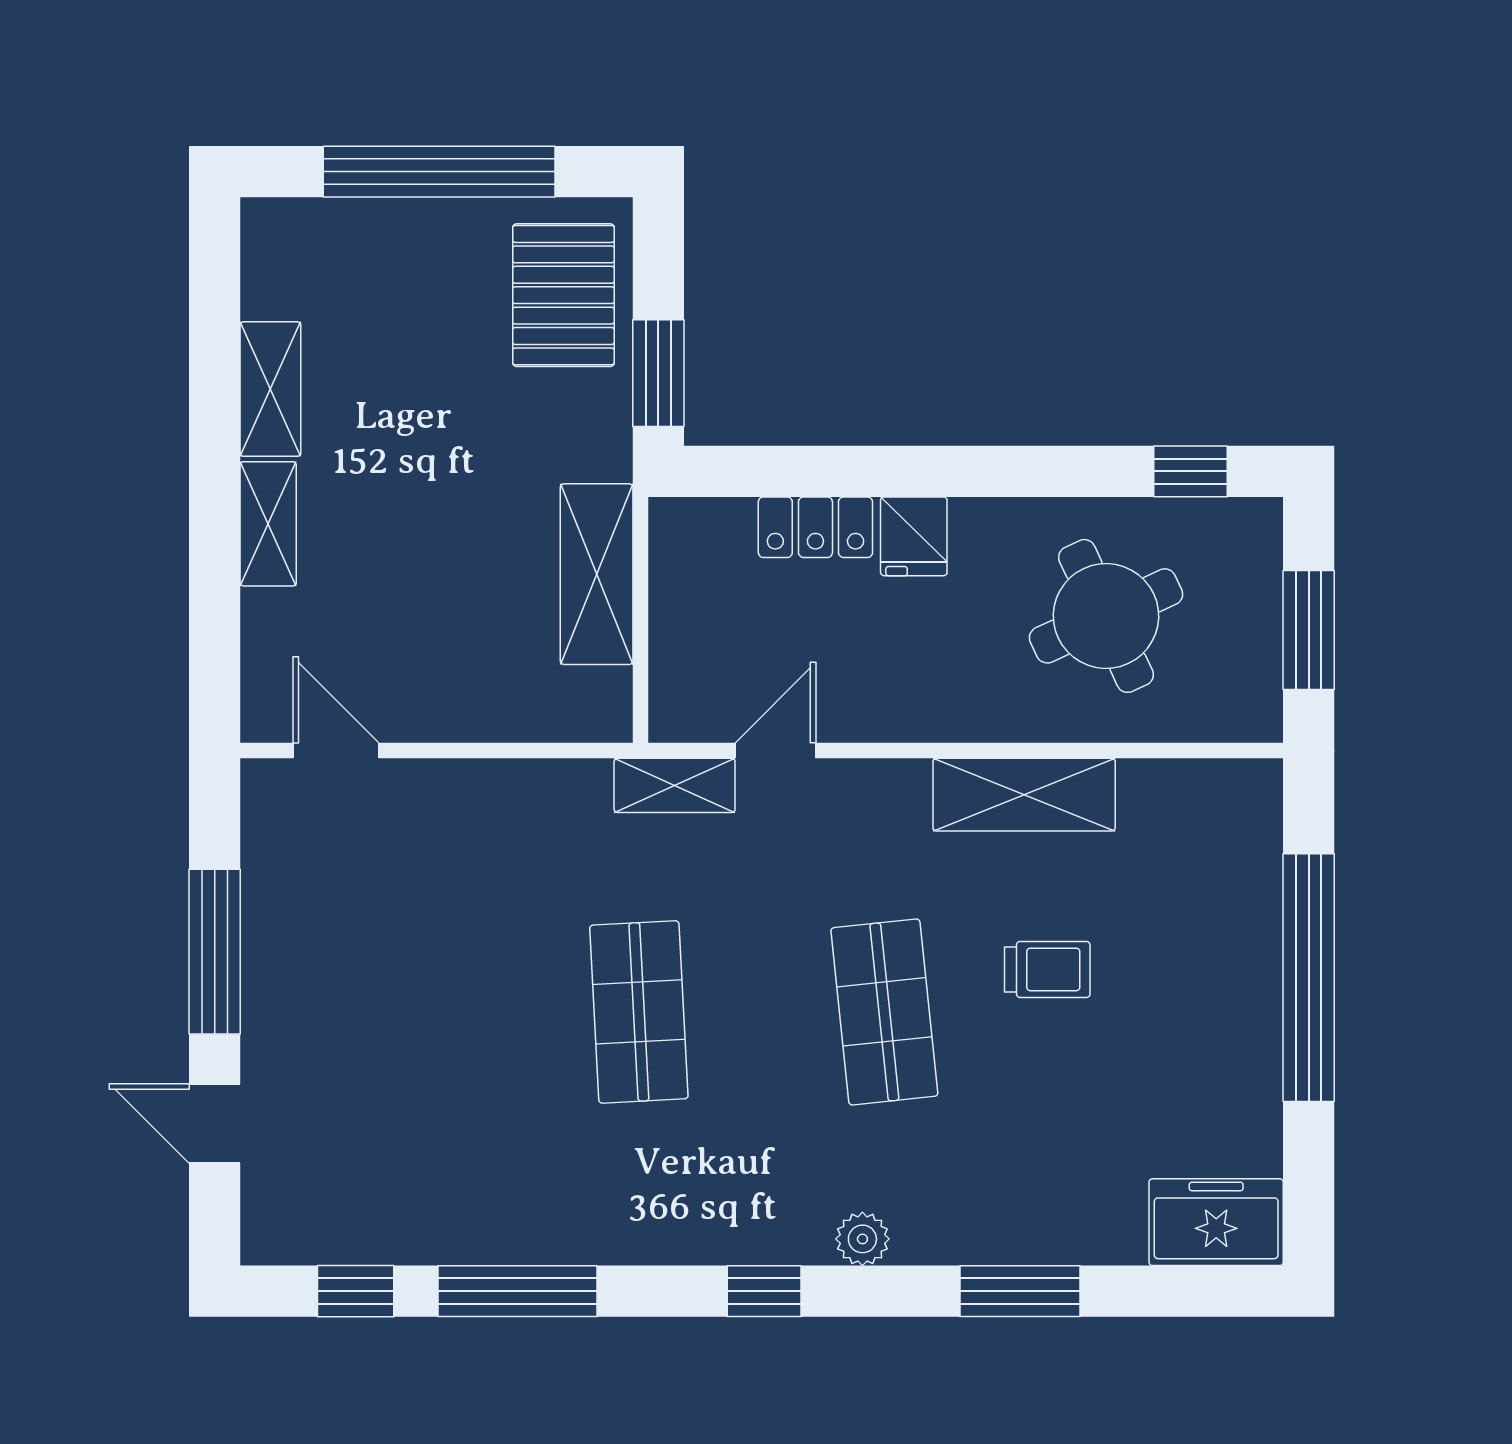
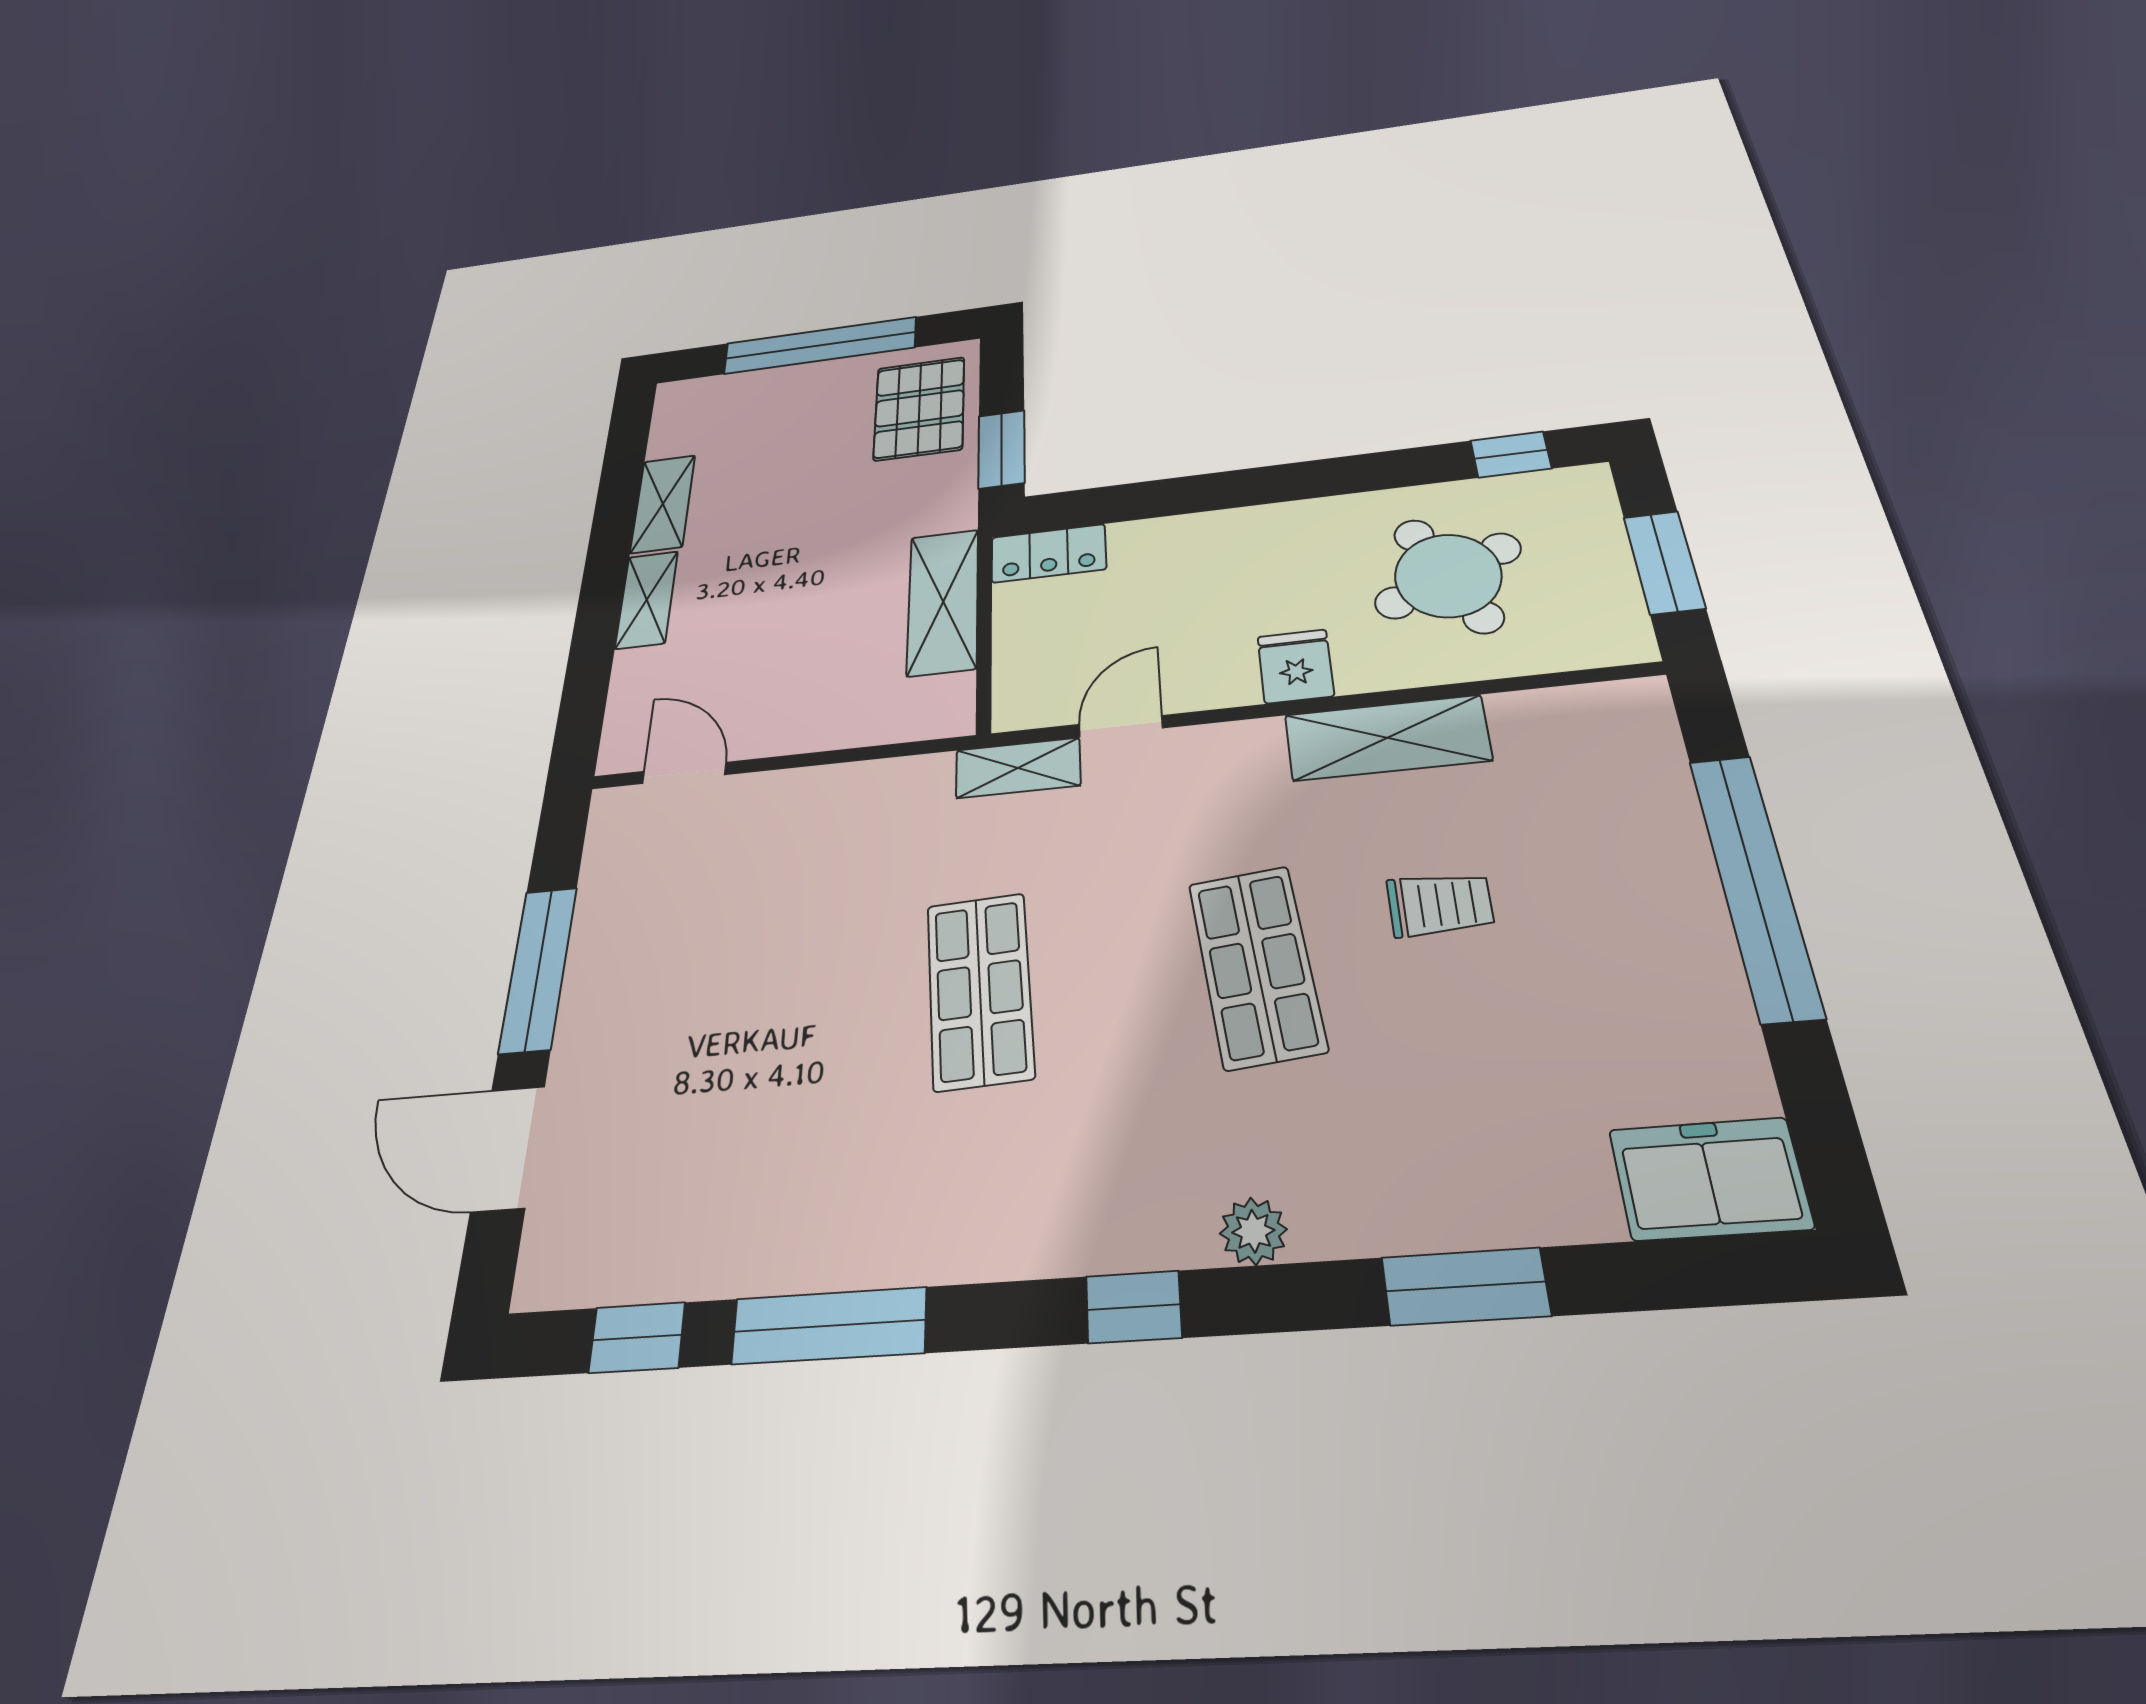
locker: (815, 527) -> (1048, 553), moved
fridge: (914, 536) -> (1296, 666), moved, turned 180
door: (215, 1123) -> (508, 1148), width x1.37

